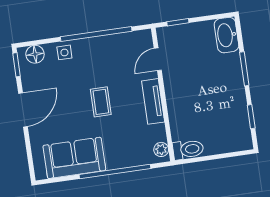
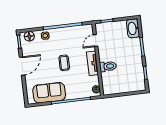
toilet: (188, 149) -> (108, 66), moved

